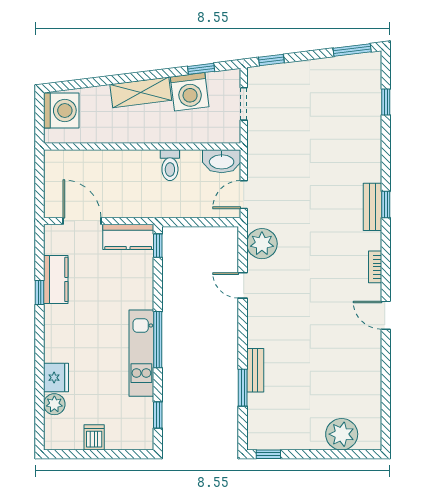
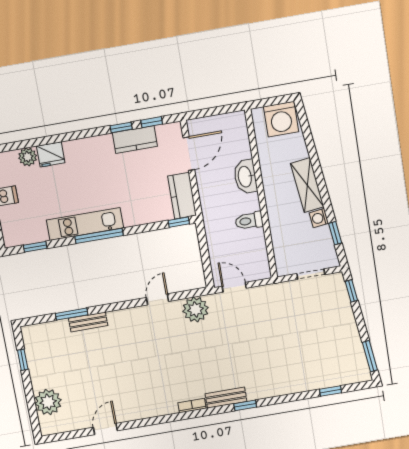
washing machine: (190, 92) -> (319, 218), width x0.53, depth x0.53
washbasin: (222, 161) -> (245, 177), moved
bench: (372, 207) -> (226, 398), moved
window: (40, 257) -> (152, 122), added
door: (386, 315) -> (105, 429), moved
window: (268, 454) -> (23, 360), moved

